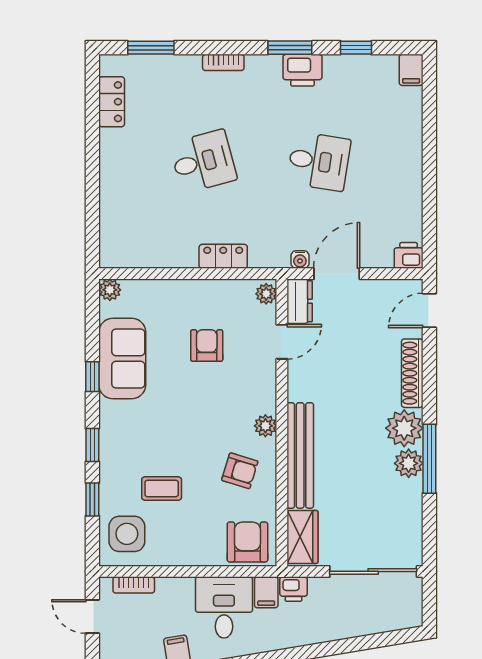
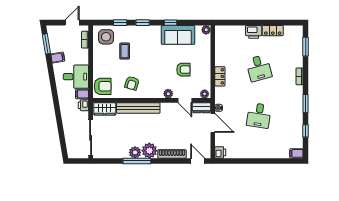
printer: (303, 70) -> (254, 32), moved, turned -90
locker: (112, 102) -> (273, 31), moved
plant: (265, 426) -> (168, 94), moved

